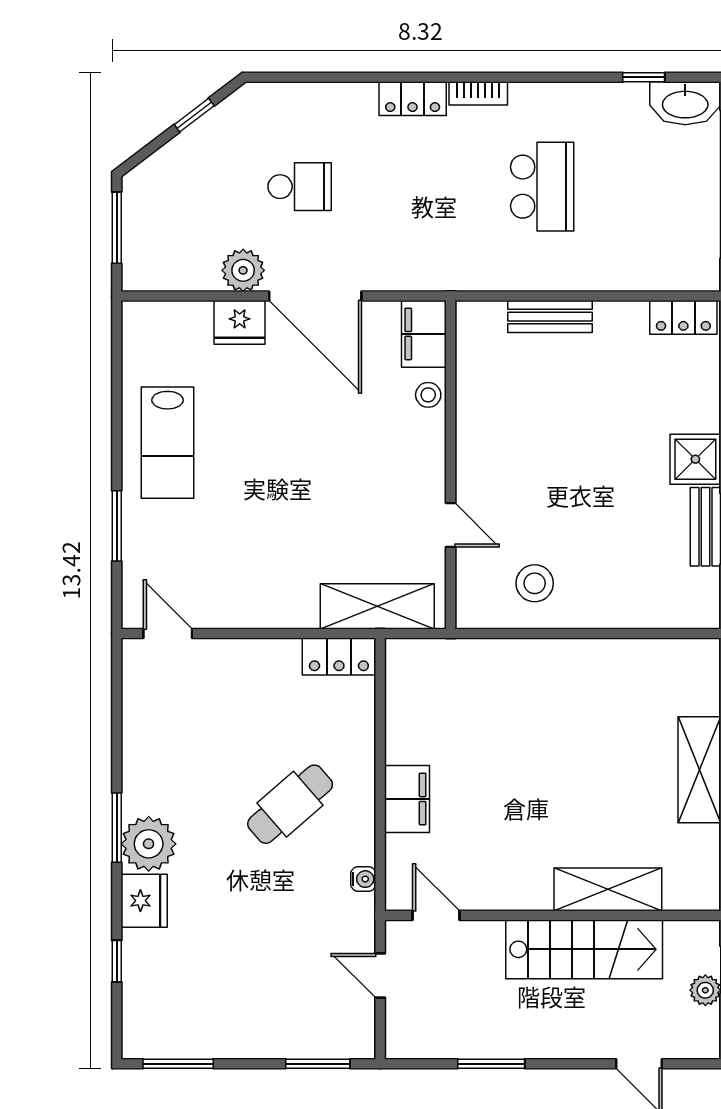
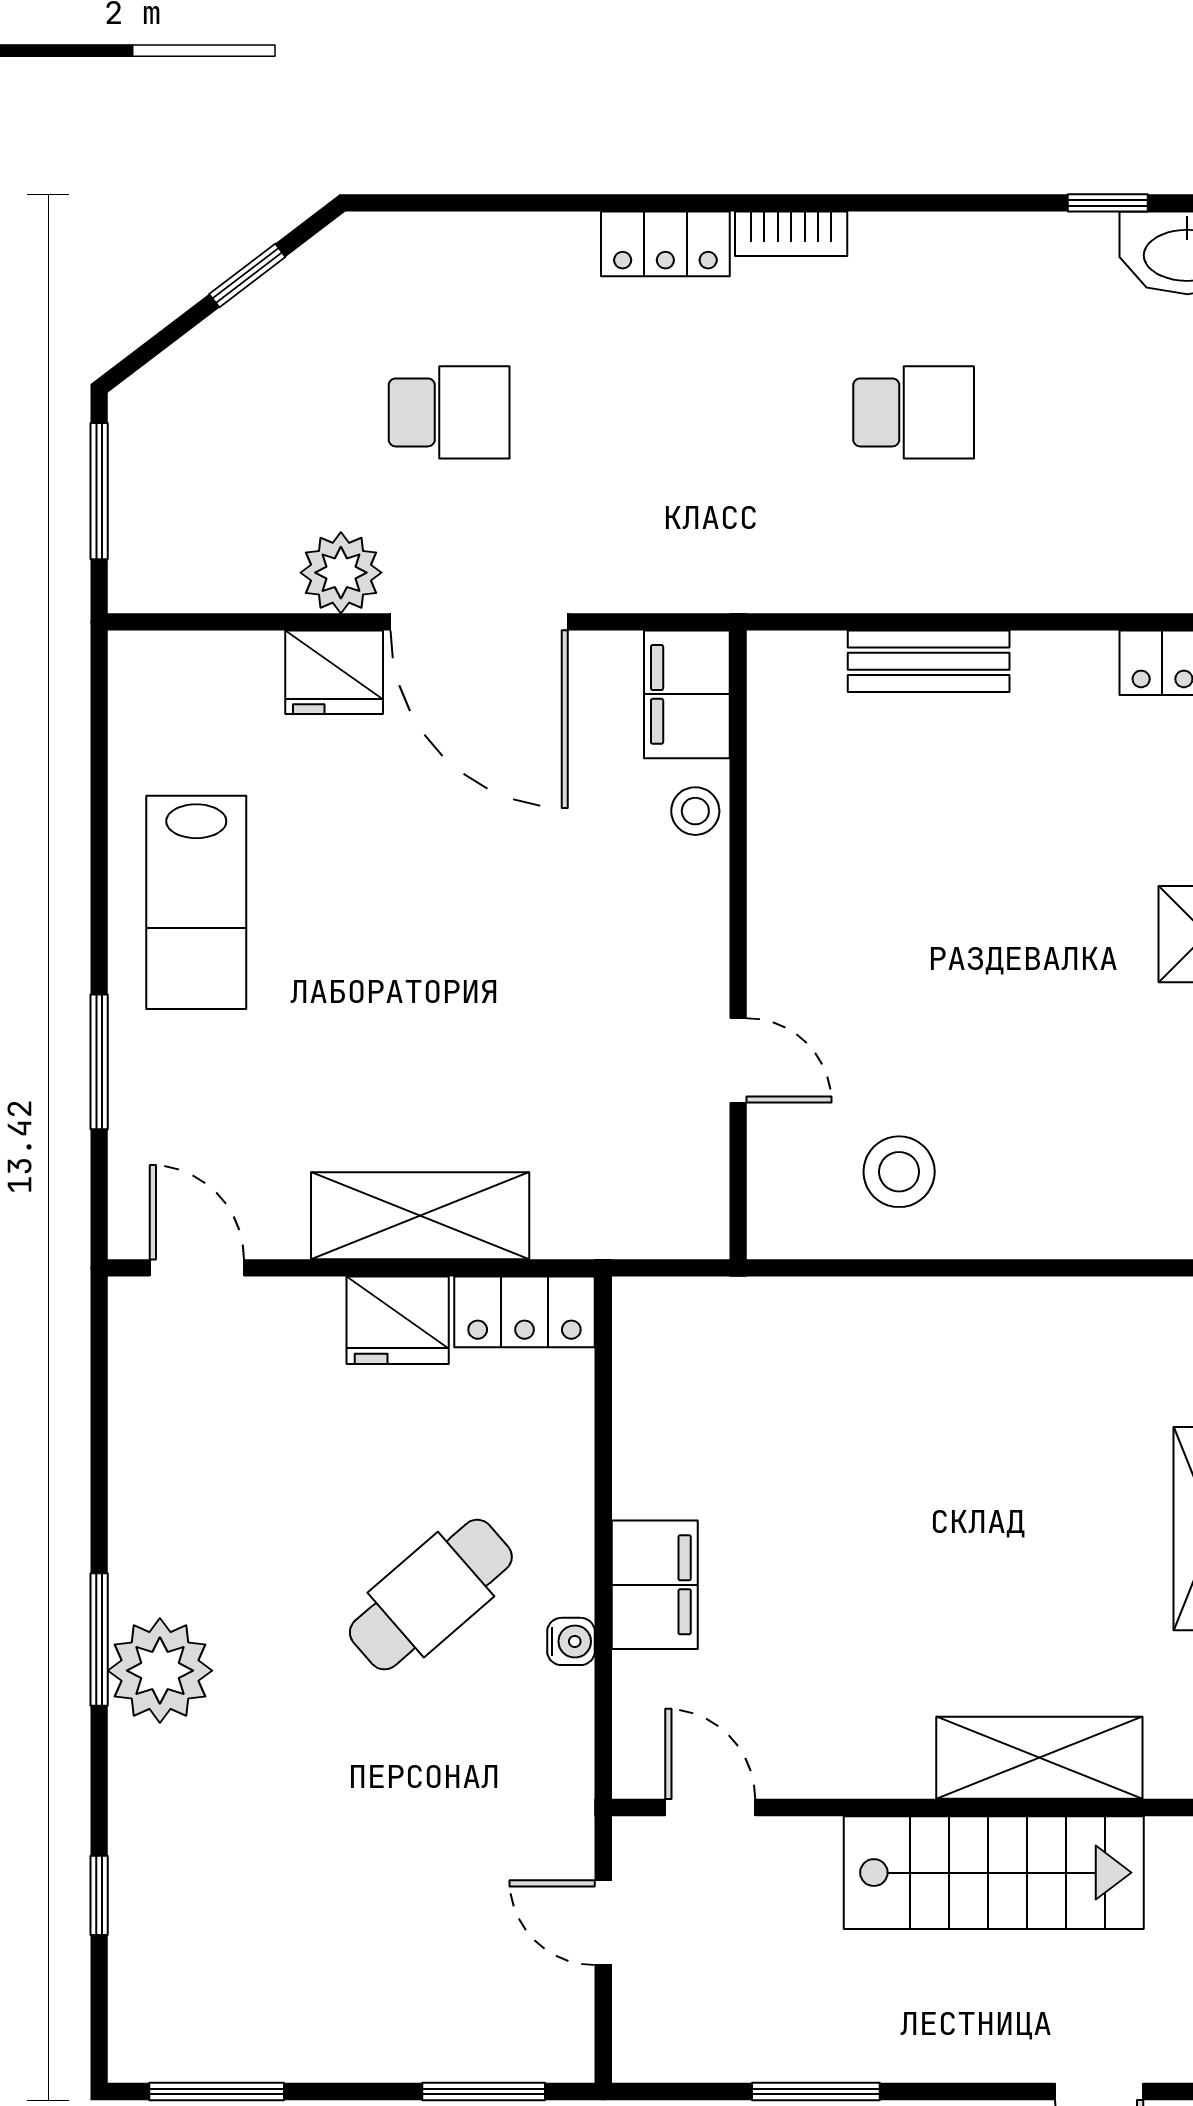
school desk: (542, 187) -> (914, 412), width x0.54
shelving: (377, 606) -> (420, 1216), moved
water cooler: (363, 879) -> (571, 1641), moved
fridge: (144, 901) -> (398, 1320), moved, turned 90

